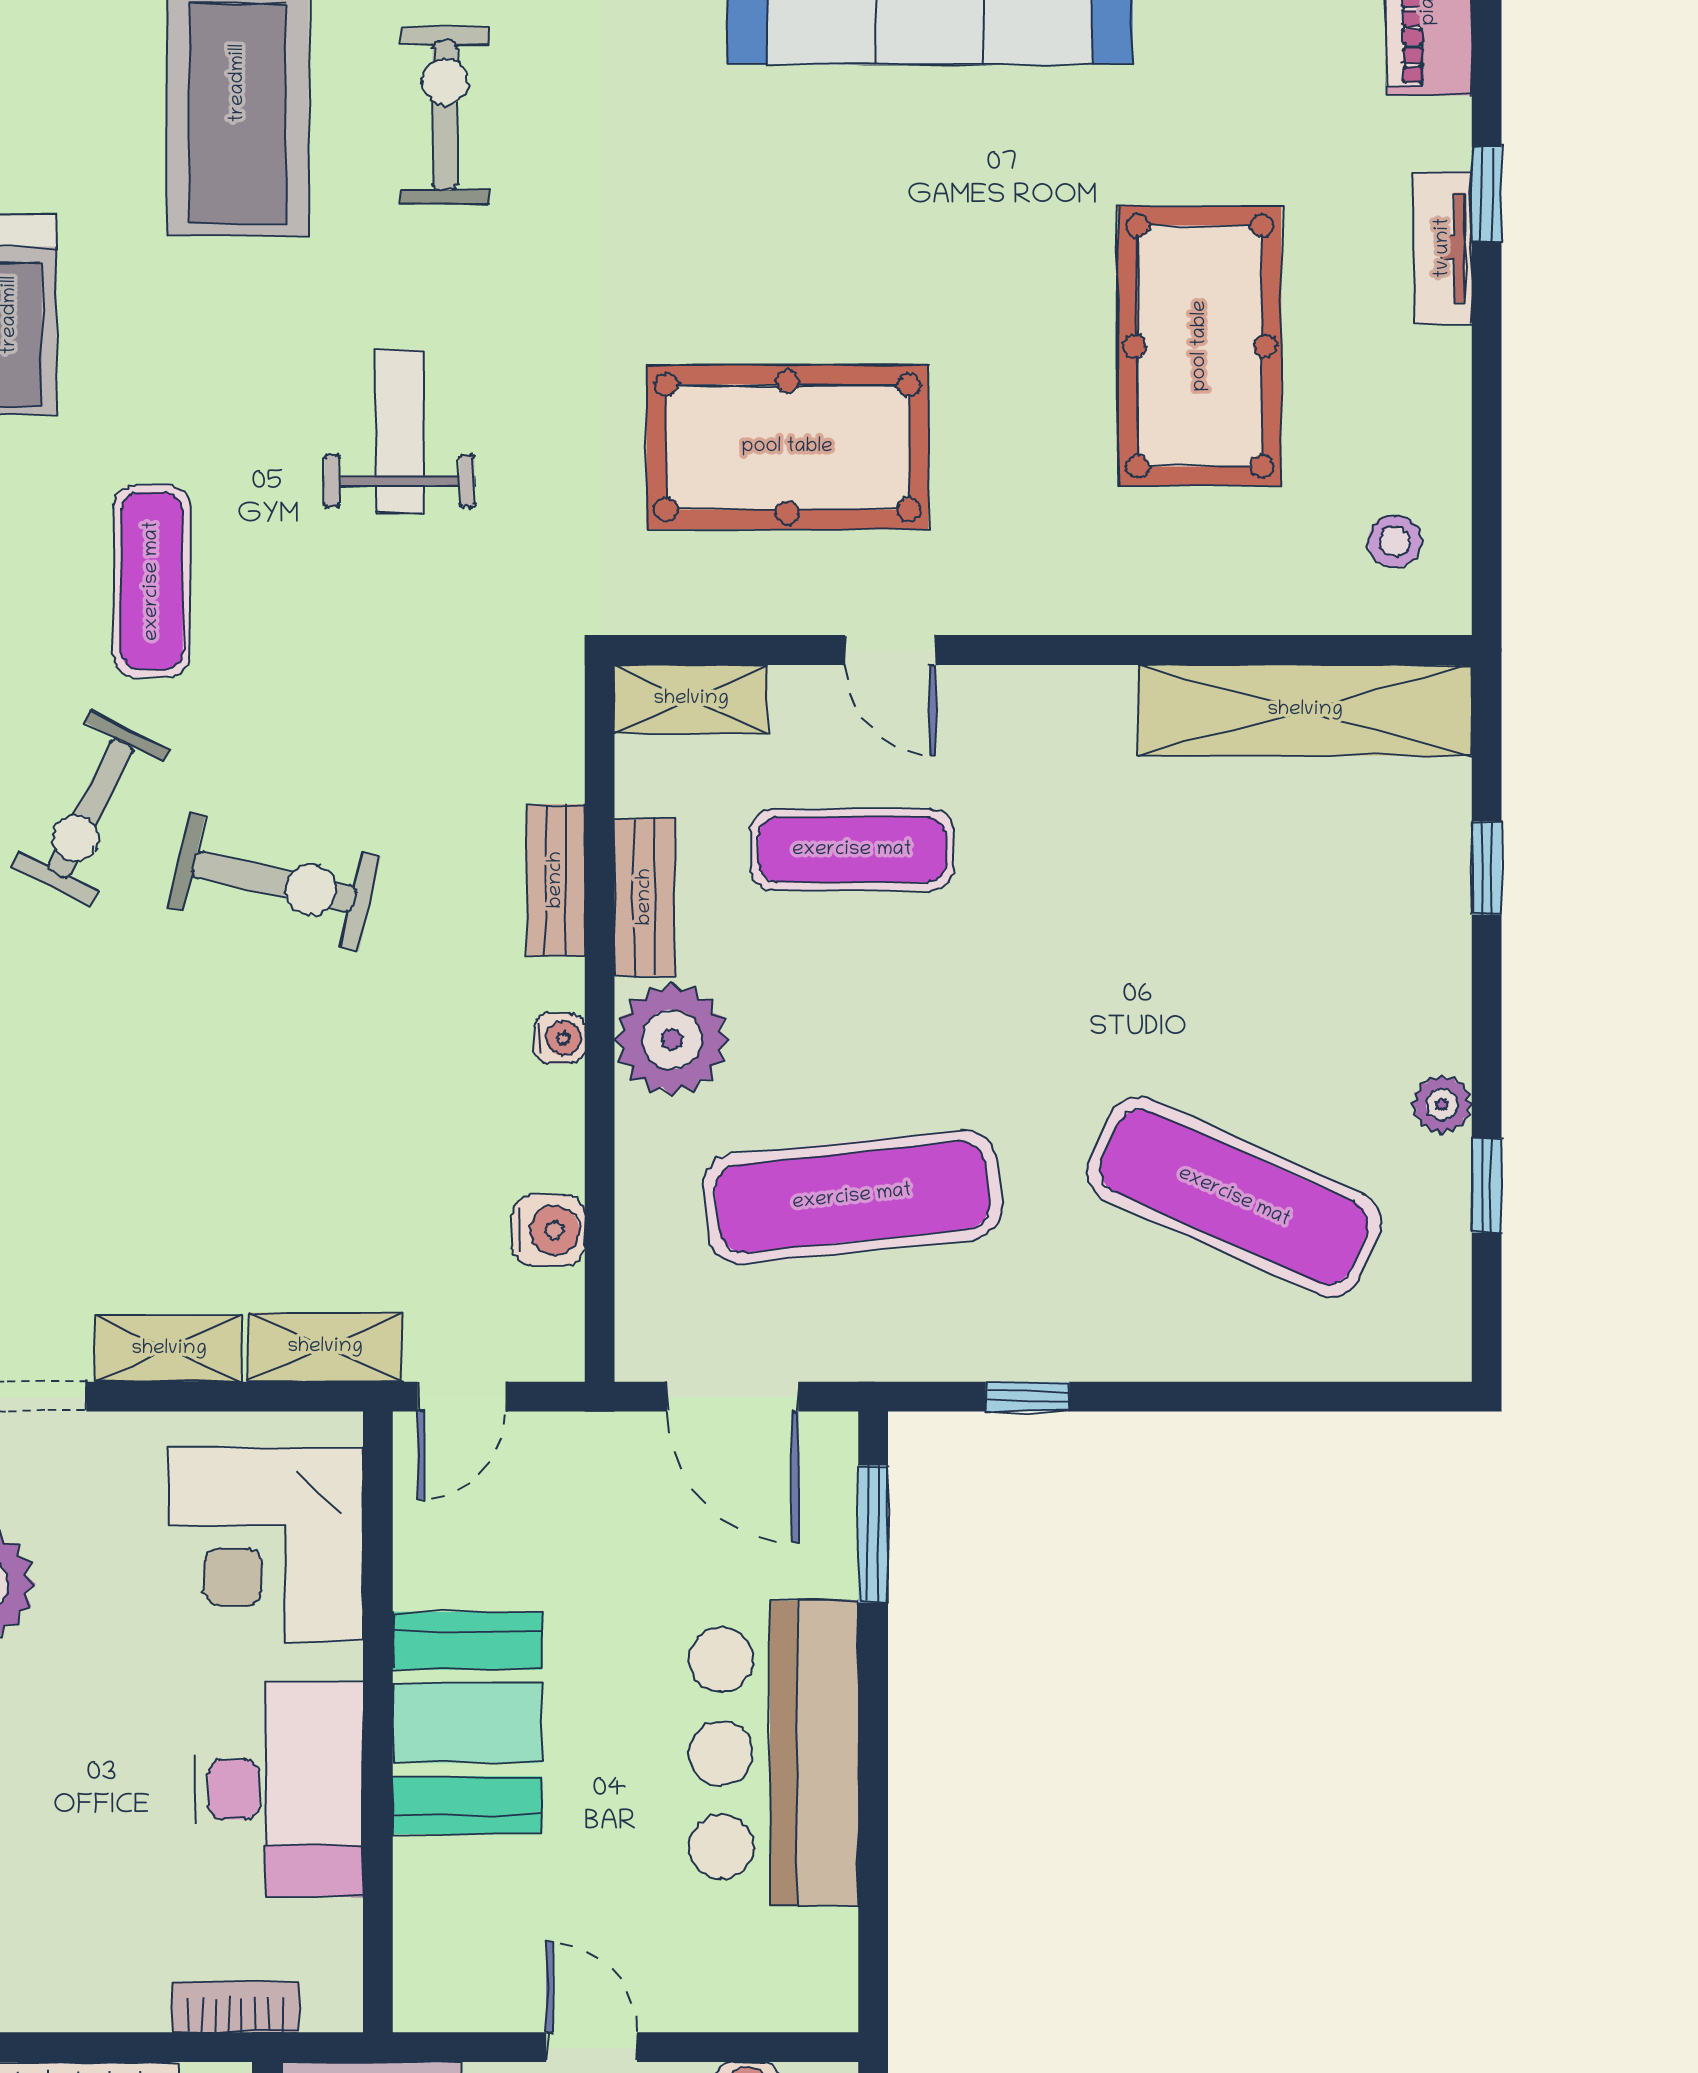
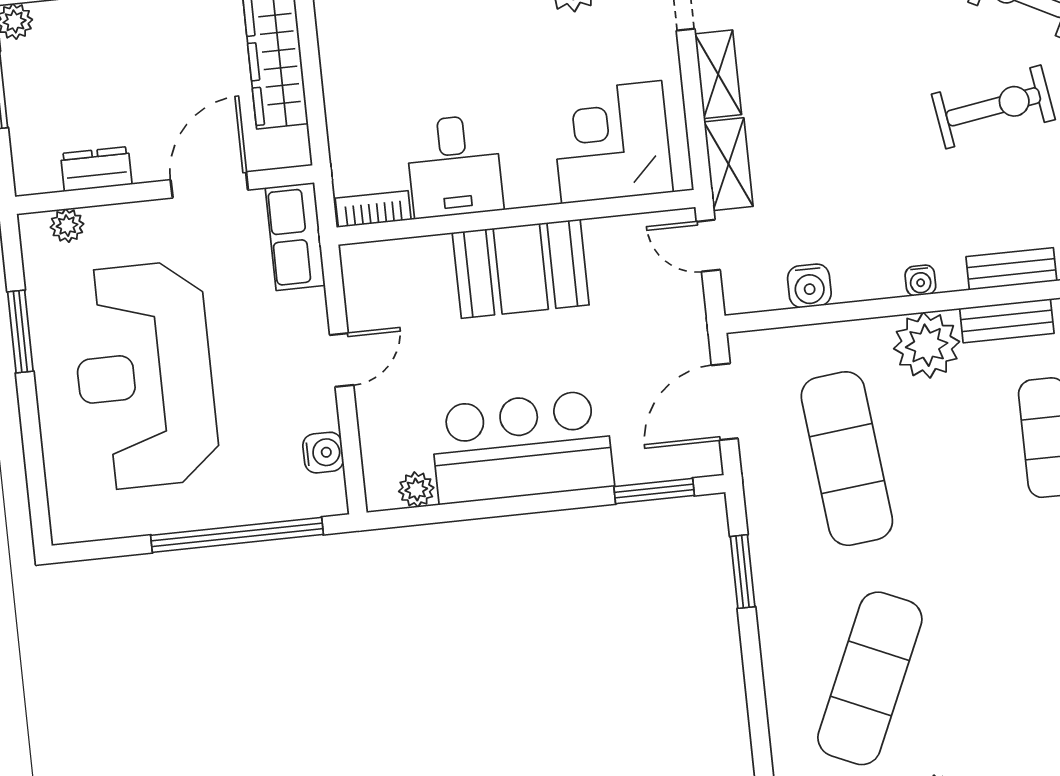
exercise bike: (274, 882) -> (993, 107), turned -112
window: (1028, 1397) -> (743, 572), width x1.50
desk: (279, 1790) -> (454, 166), width x0.73
plant: (828, 1942) -> (416, 490), added
bookcase: (236, 2007) -> (373, 209), moved, turned -90

